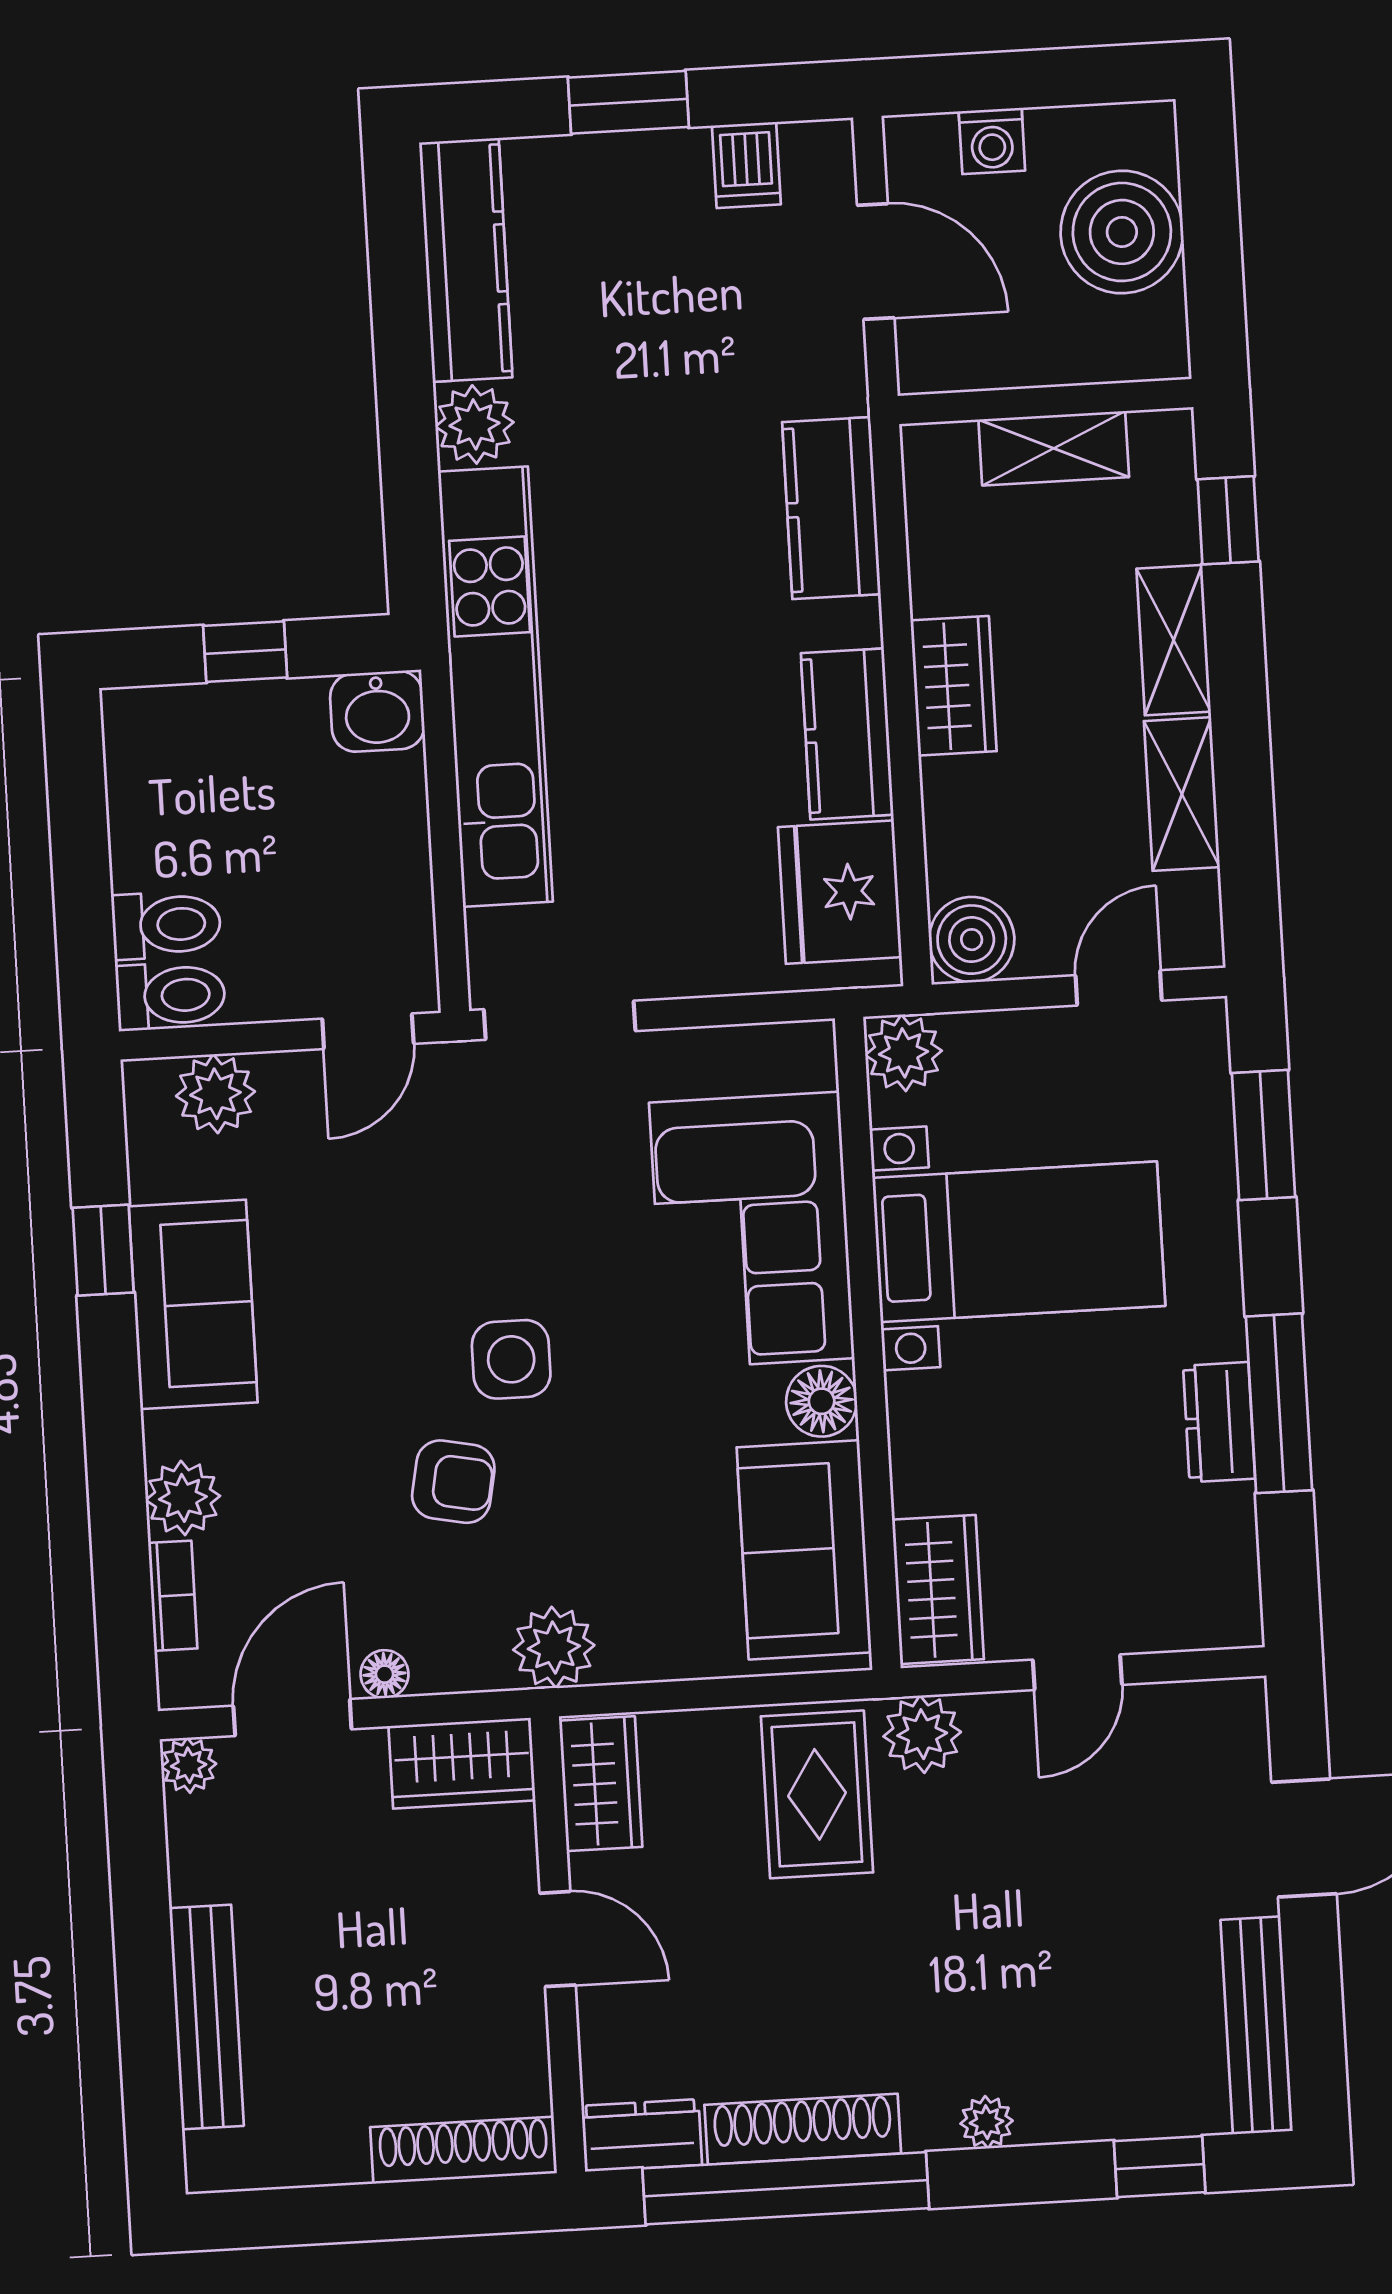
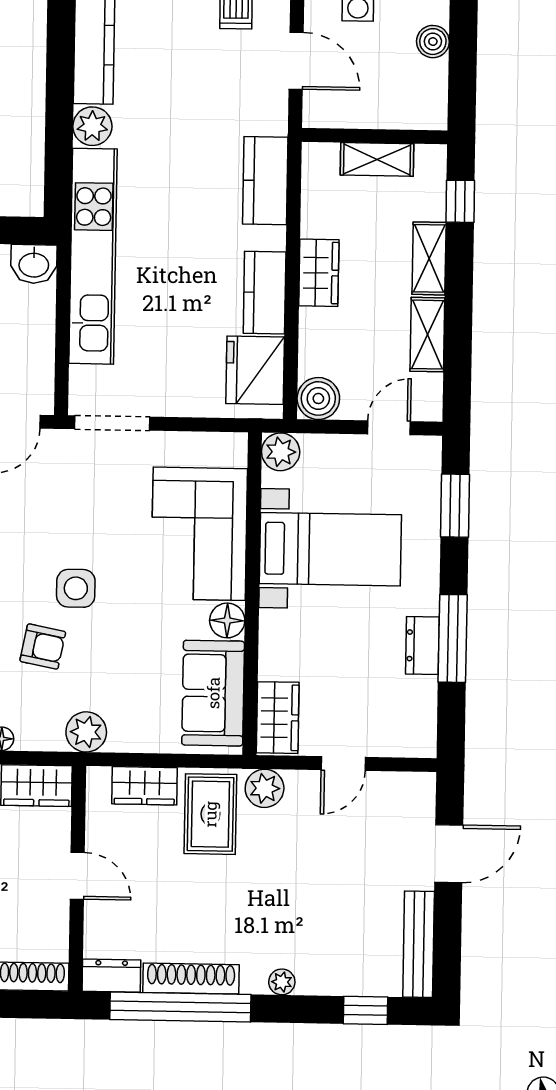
boiler: (1122, 232) -> (433, 42), width x0.54, depth x0.54
wardrobe: (601, 1784) -> (144, 786), moved, turned 90

